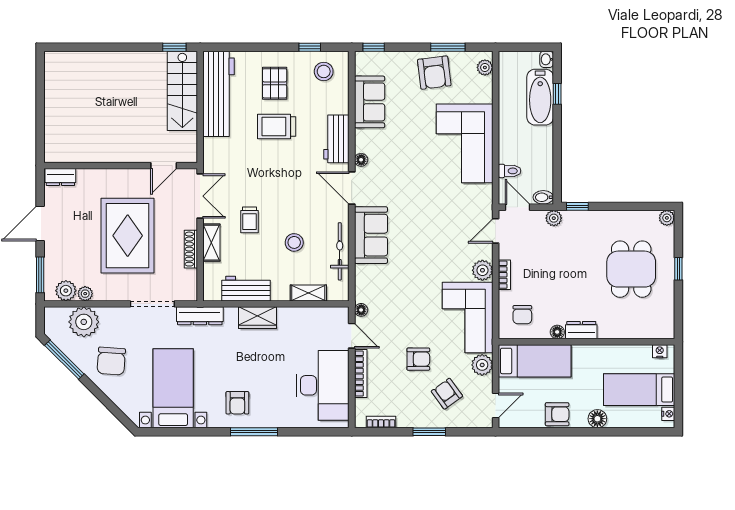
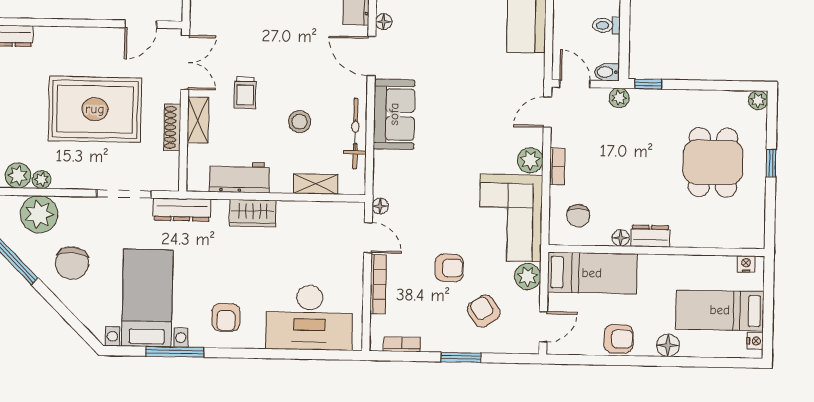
toilet: (510, 171) -> (606, 25), moved, turned 180
rug: (128, 236) -> (95, 109), turned 90
desk: (323, 385) -> (309, 318), moved, turned 90
window: (254, 432) -> (175, 352), moved

